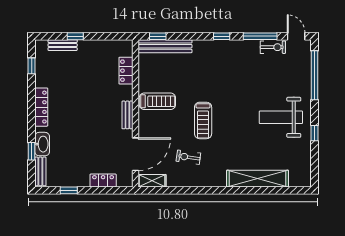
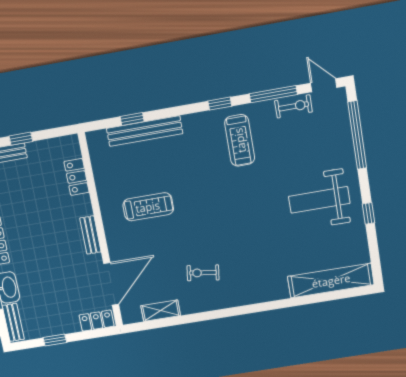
locker: (126, 71) -> (77, 177), moved
wall: (135, 113) -> (101, 231), moved
bench: (127, 115) -> (90, 235), moved
treadmill: (203, 120) -> (240, 140), moved
door: (135, 154) -> (111, 284), moved
shelving: (258, 179) -> (331, 281), moved

